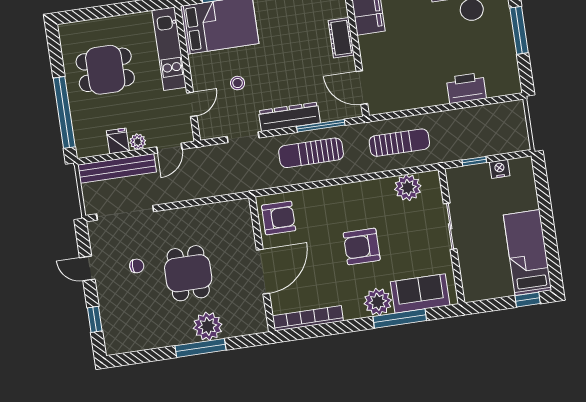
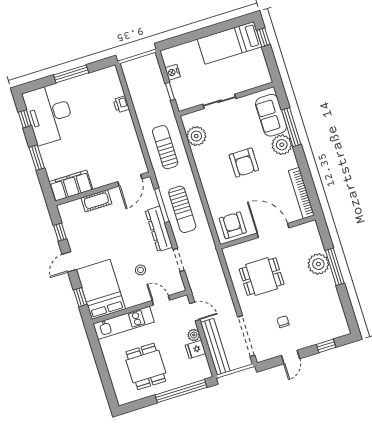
printer: (466, 88) -> (121, 104), width x0.53, depth x0.68
dining table: (188, 273) -> (262, 277), moved

